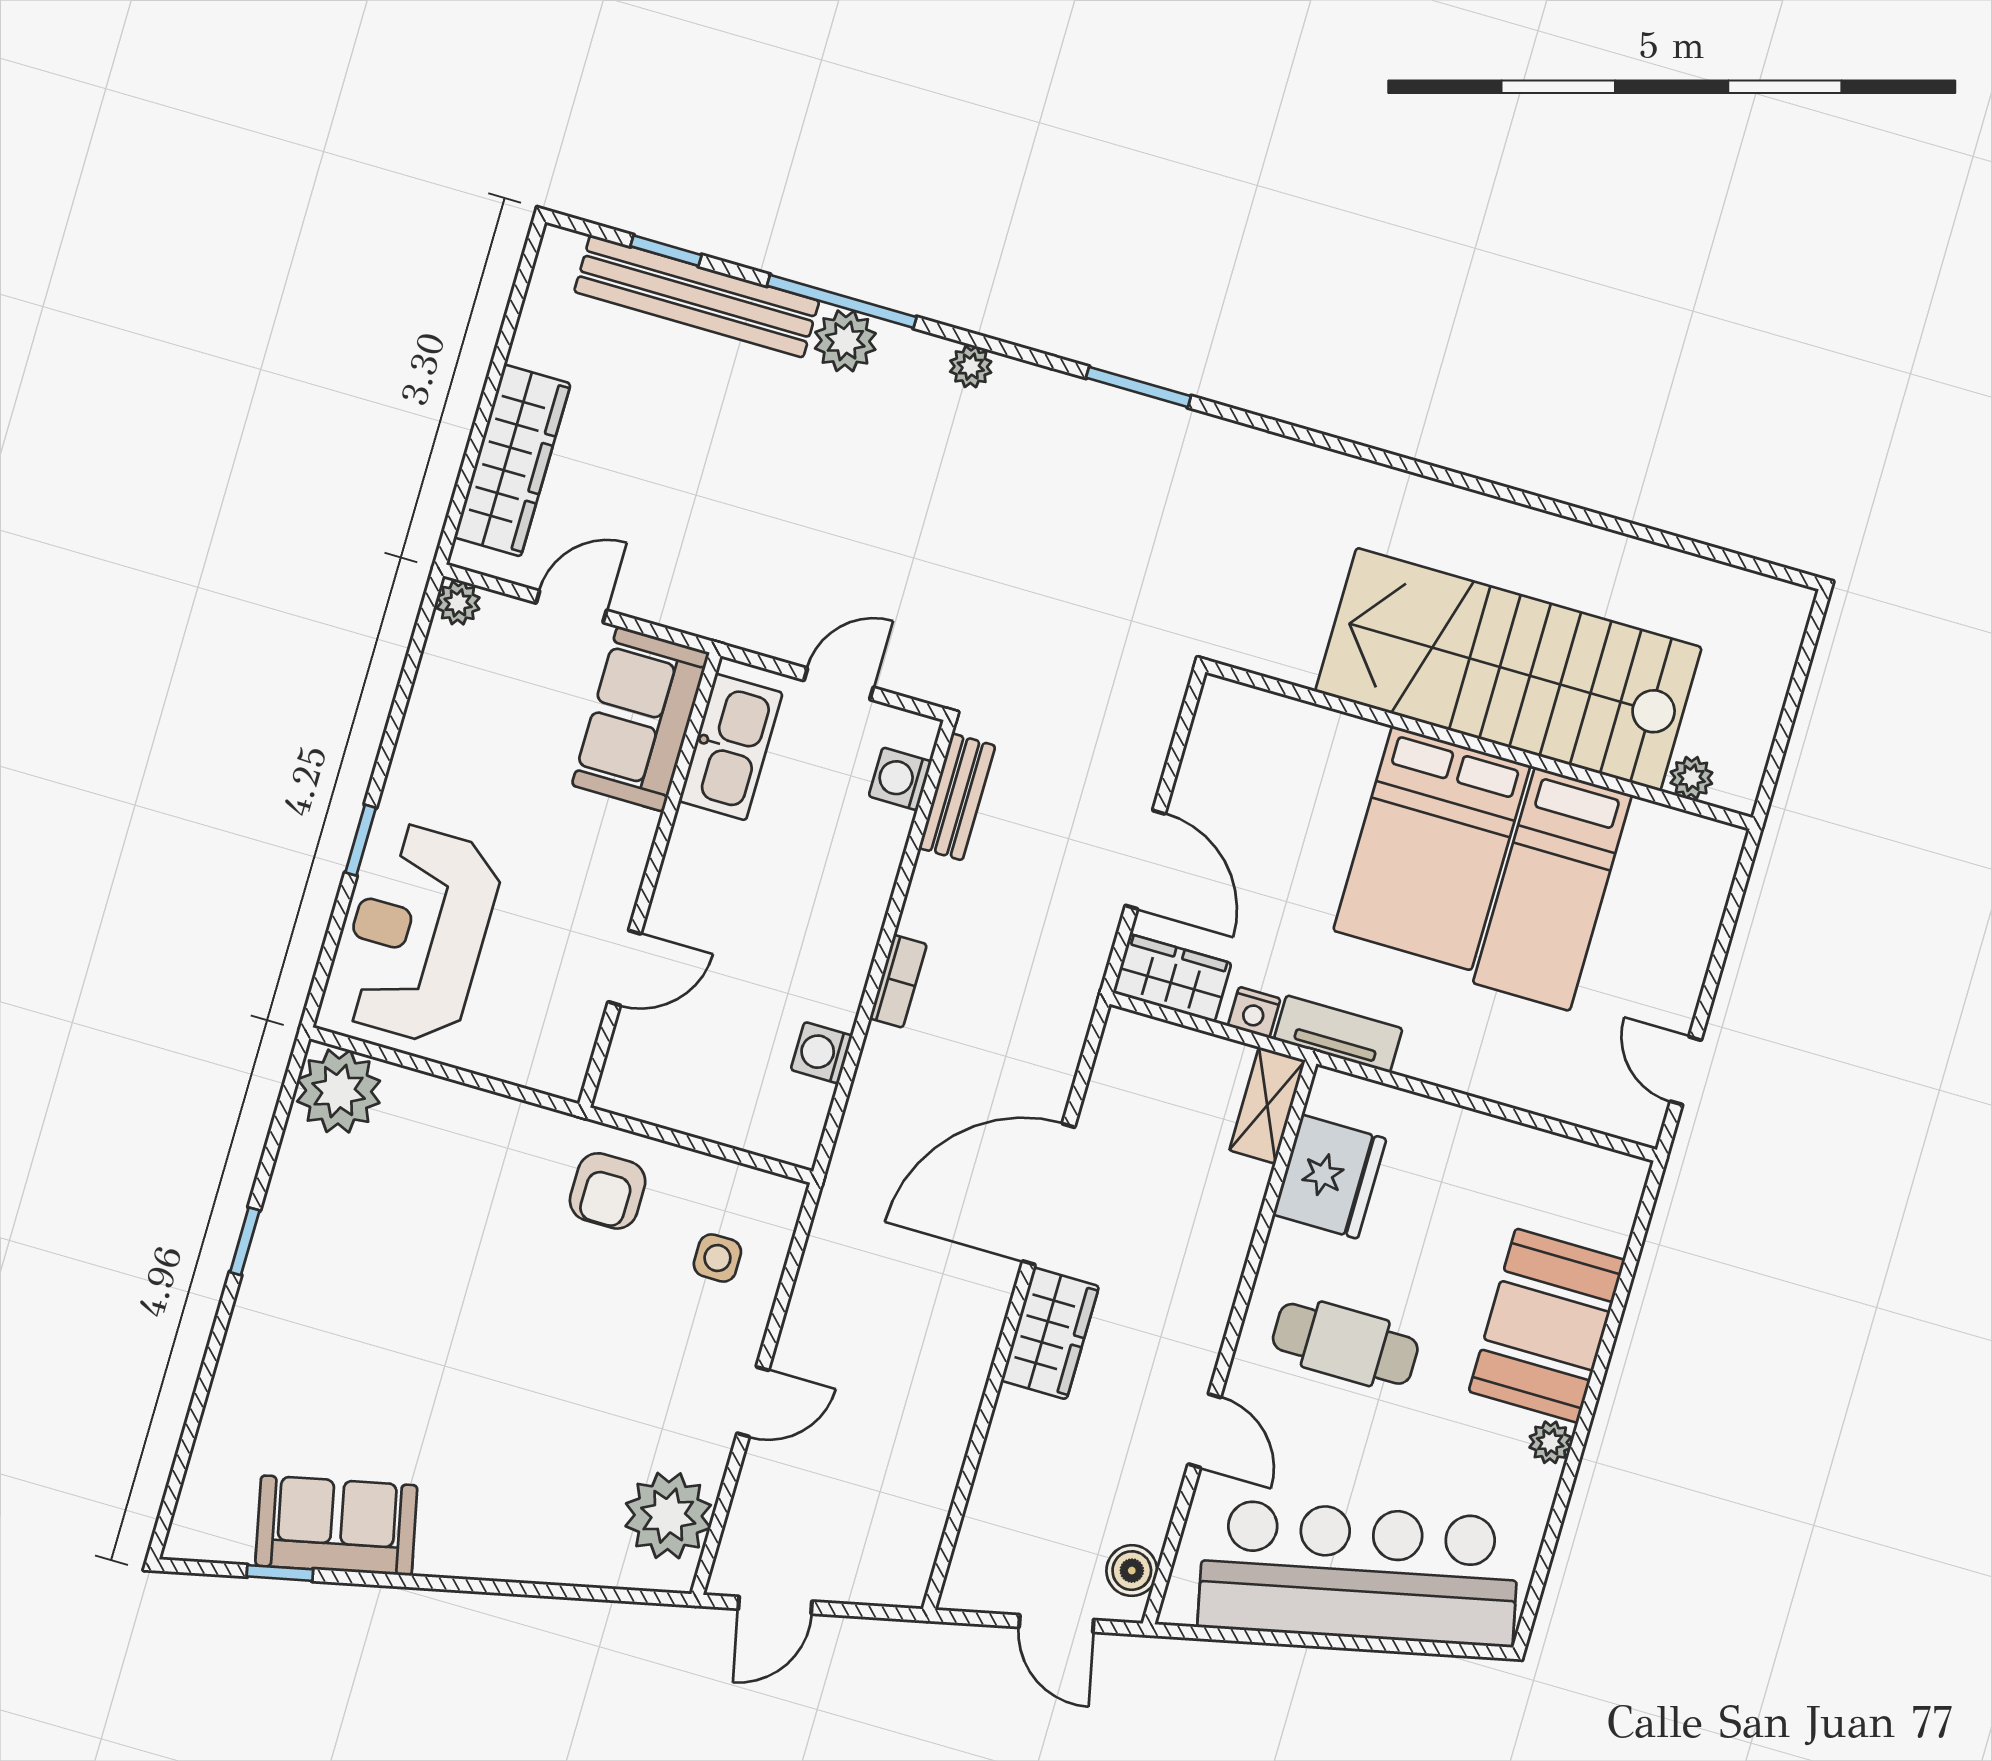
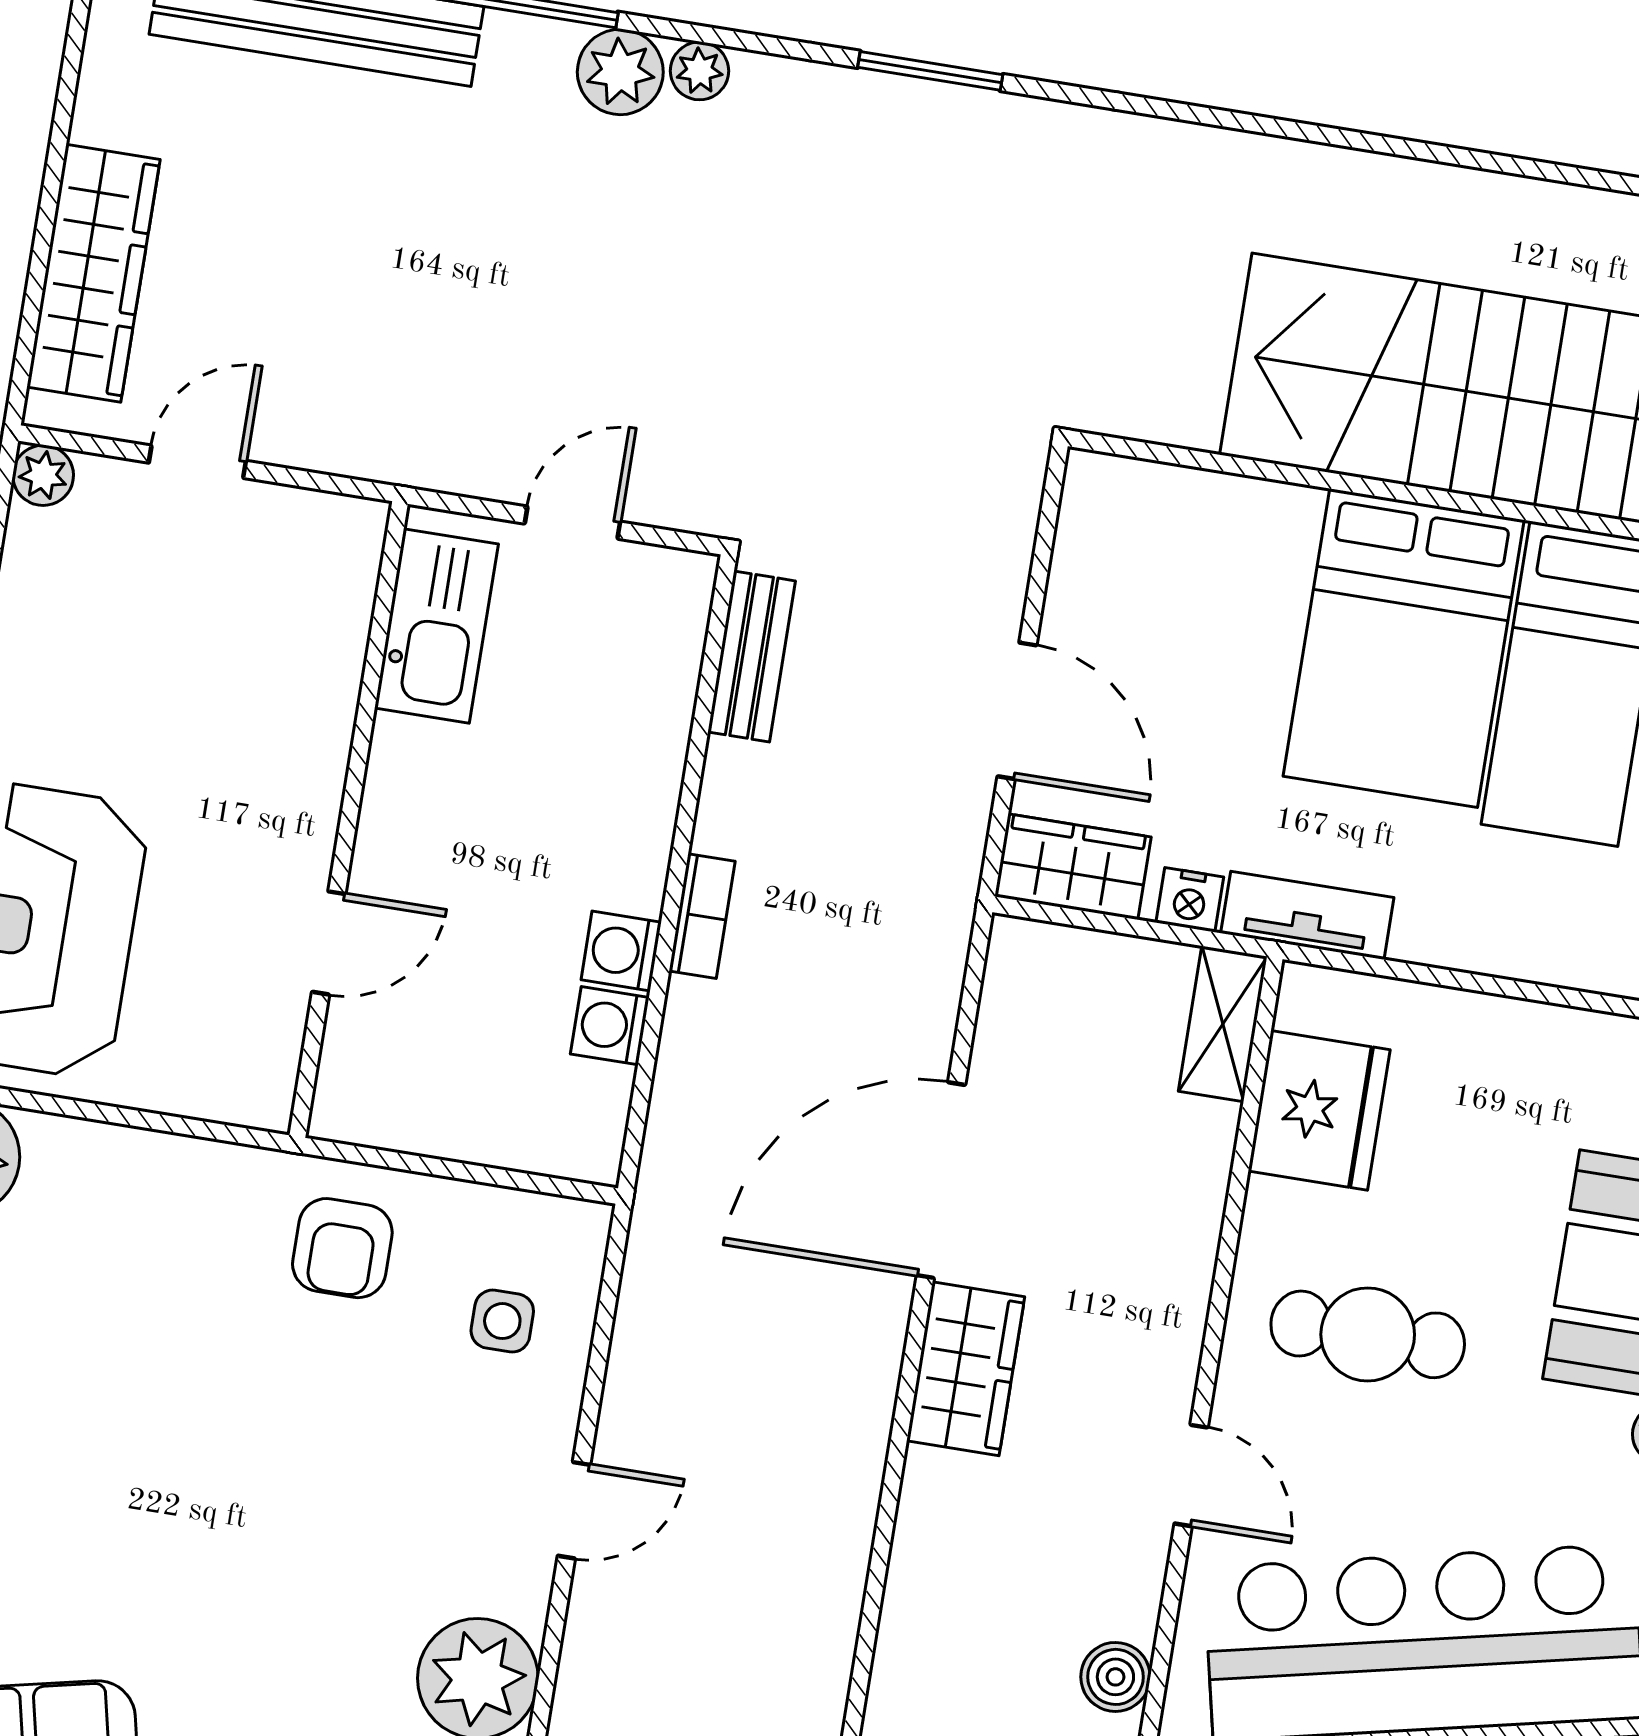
plant: (845, 341) -> (620, 72), moved
sofa: (640, 719) -> (310, 603), removed
washing machine: (900, 779) -> (621, 951), moved

